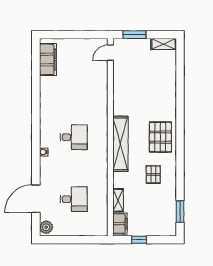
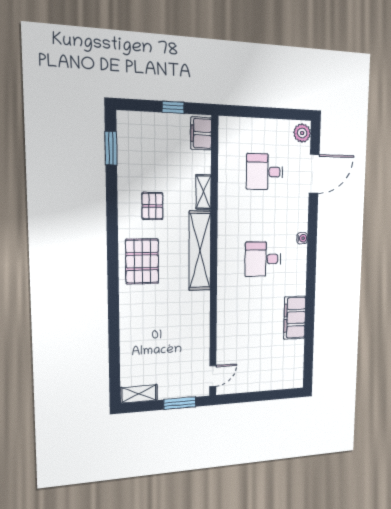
filing cabinet: (48, 60) -> (295, 318), moved
shelving: (118, 200) -> (203, 192), moved

